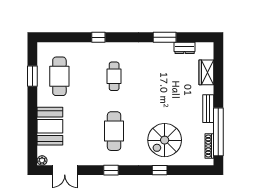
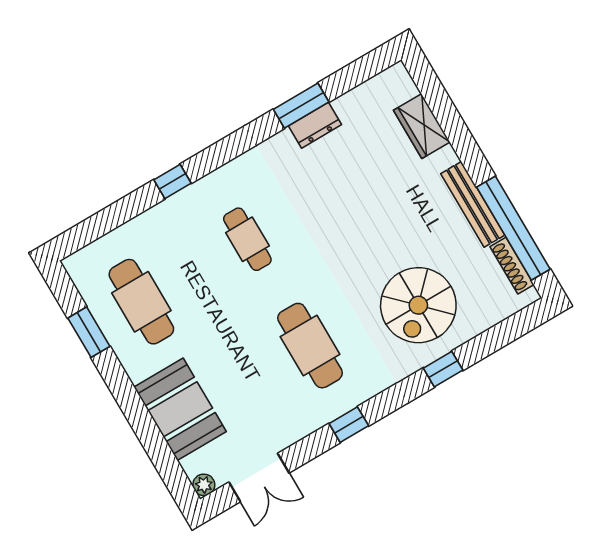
dresser: (185, 48) -> (315, 125), moved
bench: (208, 109) -> (473, 204), width x1.36

